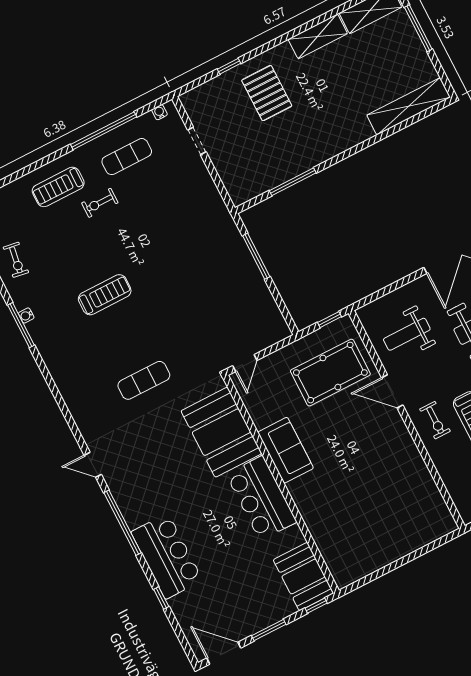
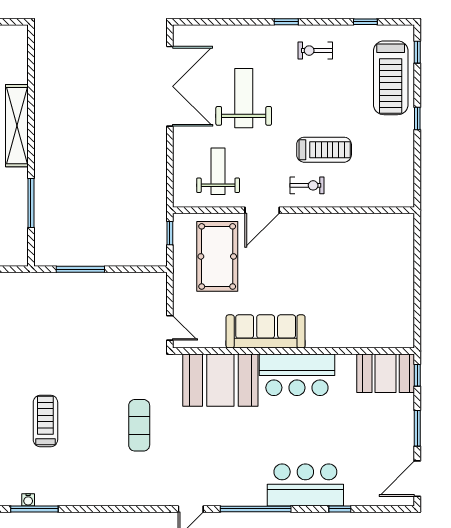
shelving: (409, 106) -> (17, 126), moved
weight bench: (407, 334) -> (218, 171), turned 180
sofa: (286, 450) -> (266, 331), width x1.36

